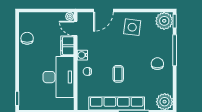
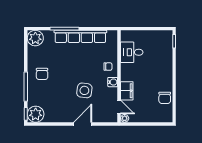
door: (103, 10) -> (83, 124), moved
side table: (132, 27) -> (84, 90), moved
coffee table: (118, 74) -> (79, 64), removed
desk: (59, 77) -> (132, 52), width x0.53, depth x0.77

